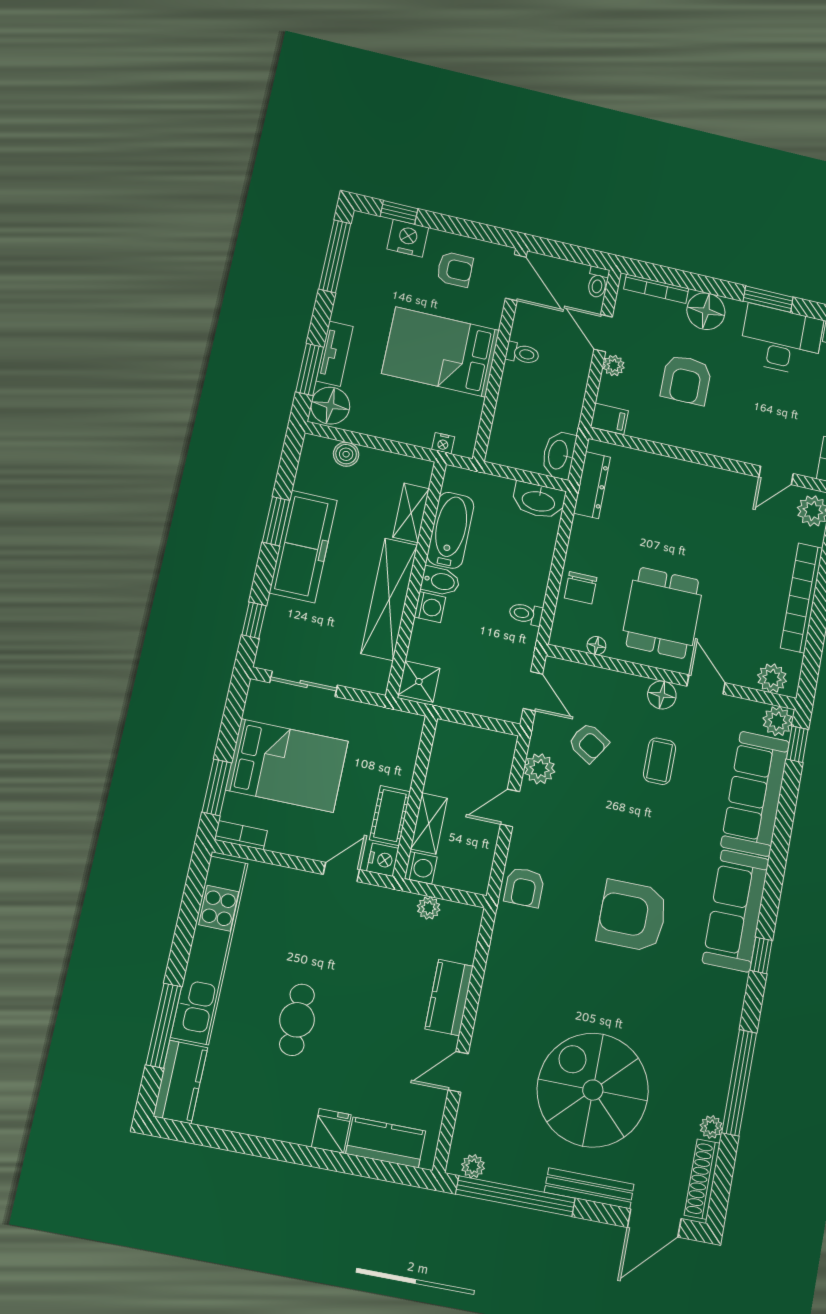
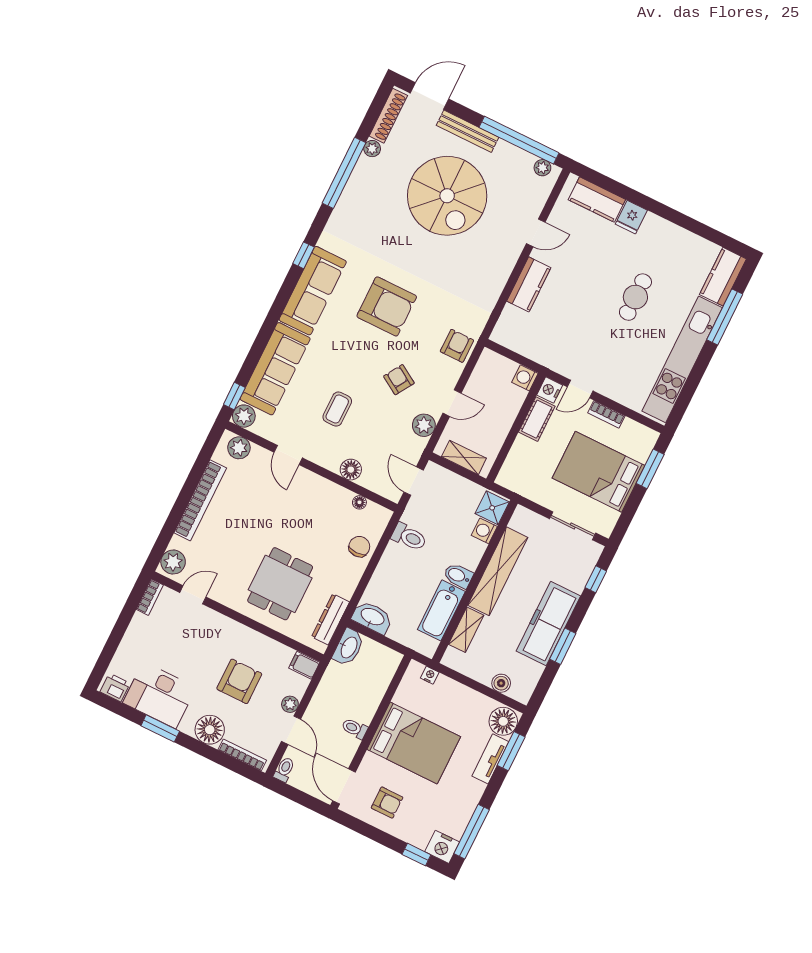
nightstand: (408, 238) -> (442, 847), moved
armchair: (455, 269) -> (387, 803), turned 180
washing machine: (430, 607) -> (484, 531), moved
dining table: (662, 613) -> (280, 584), moved
toilet: (526, 614) -> (409, 537), width x1.37, depth x1.39
floor lamp: (662, 695) -> (351, 470), moved
armchair: (589, 743) -> (399, 380), moved
shelving: (429, 823) -> (464, 457), moved, turned 90
bookcase: (241, 835) -> (606, 414), moved
plant: (429, 908) -> (527, 349), removed

